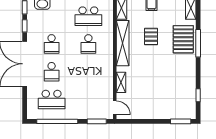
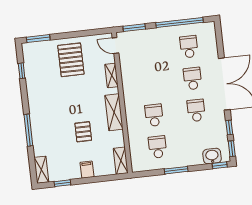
school desk: (88, 16) -> (158, 147), width x0.54
pallet: (183, 39) -> (71, 60), moved
shelving: (123, 43) -> (114, 112), width x0.68
school desk: (52, 100) -> (189, 47), width x0.54

